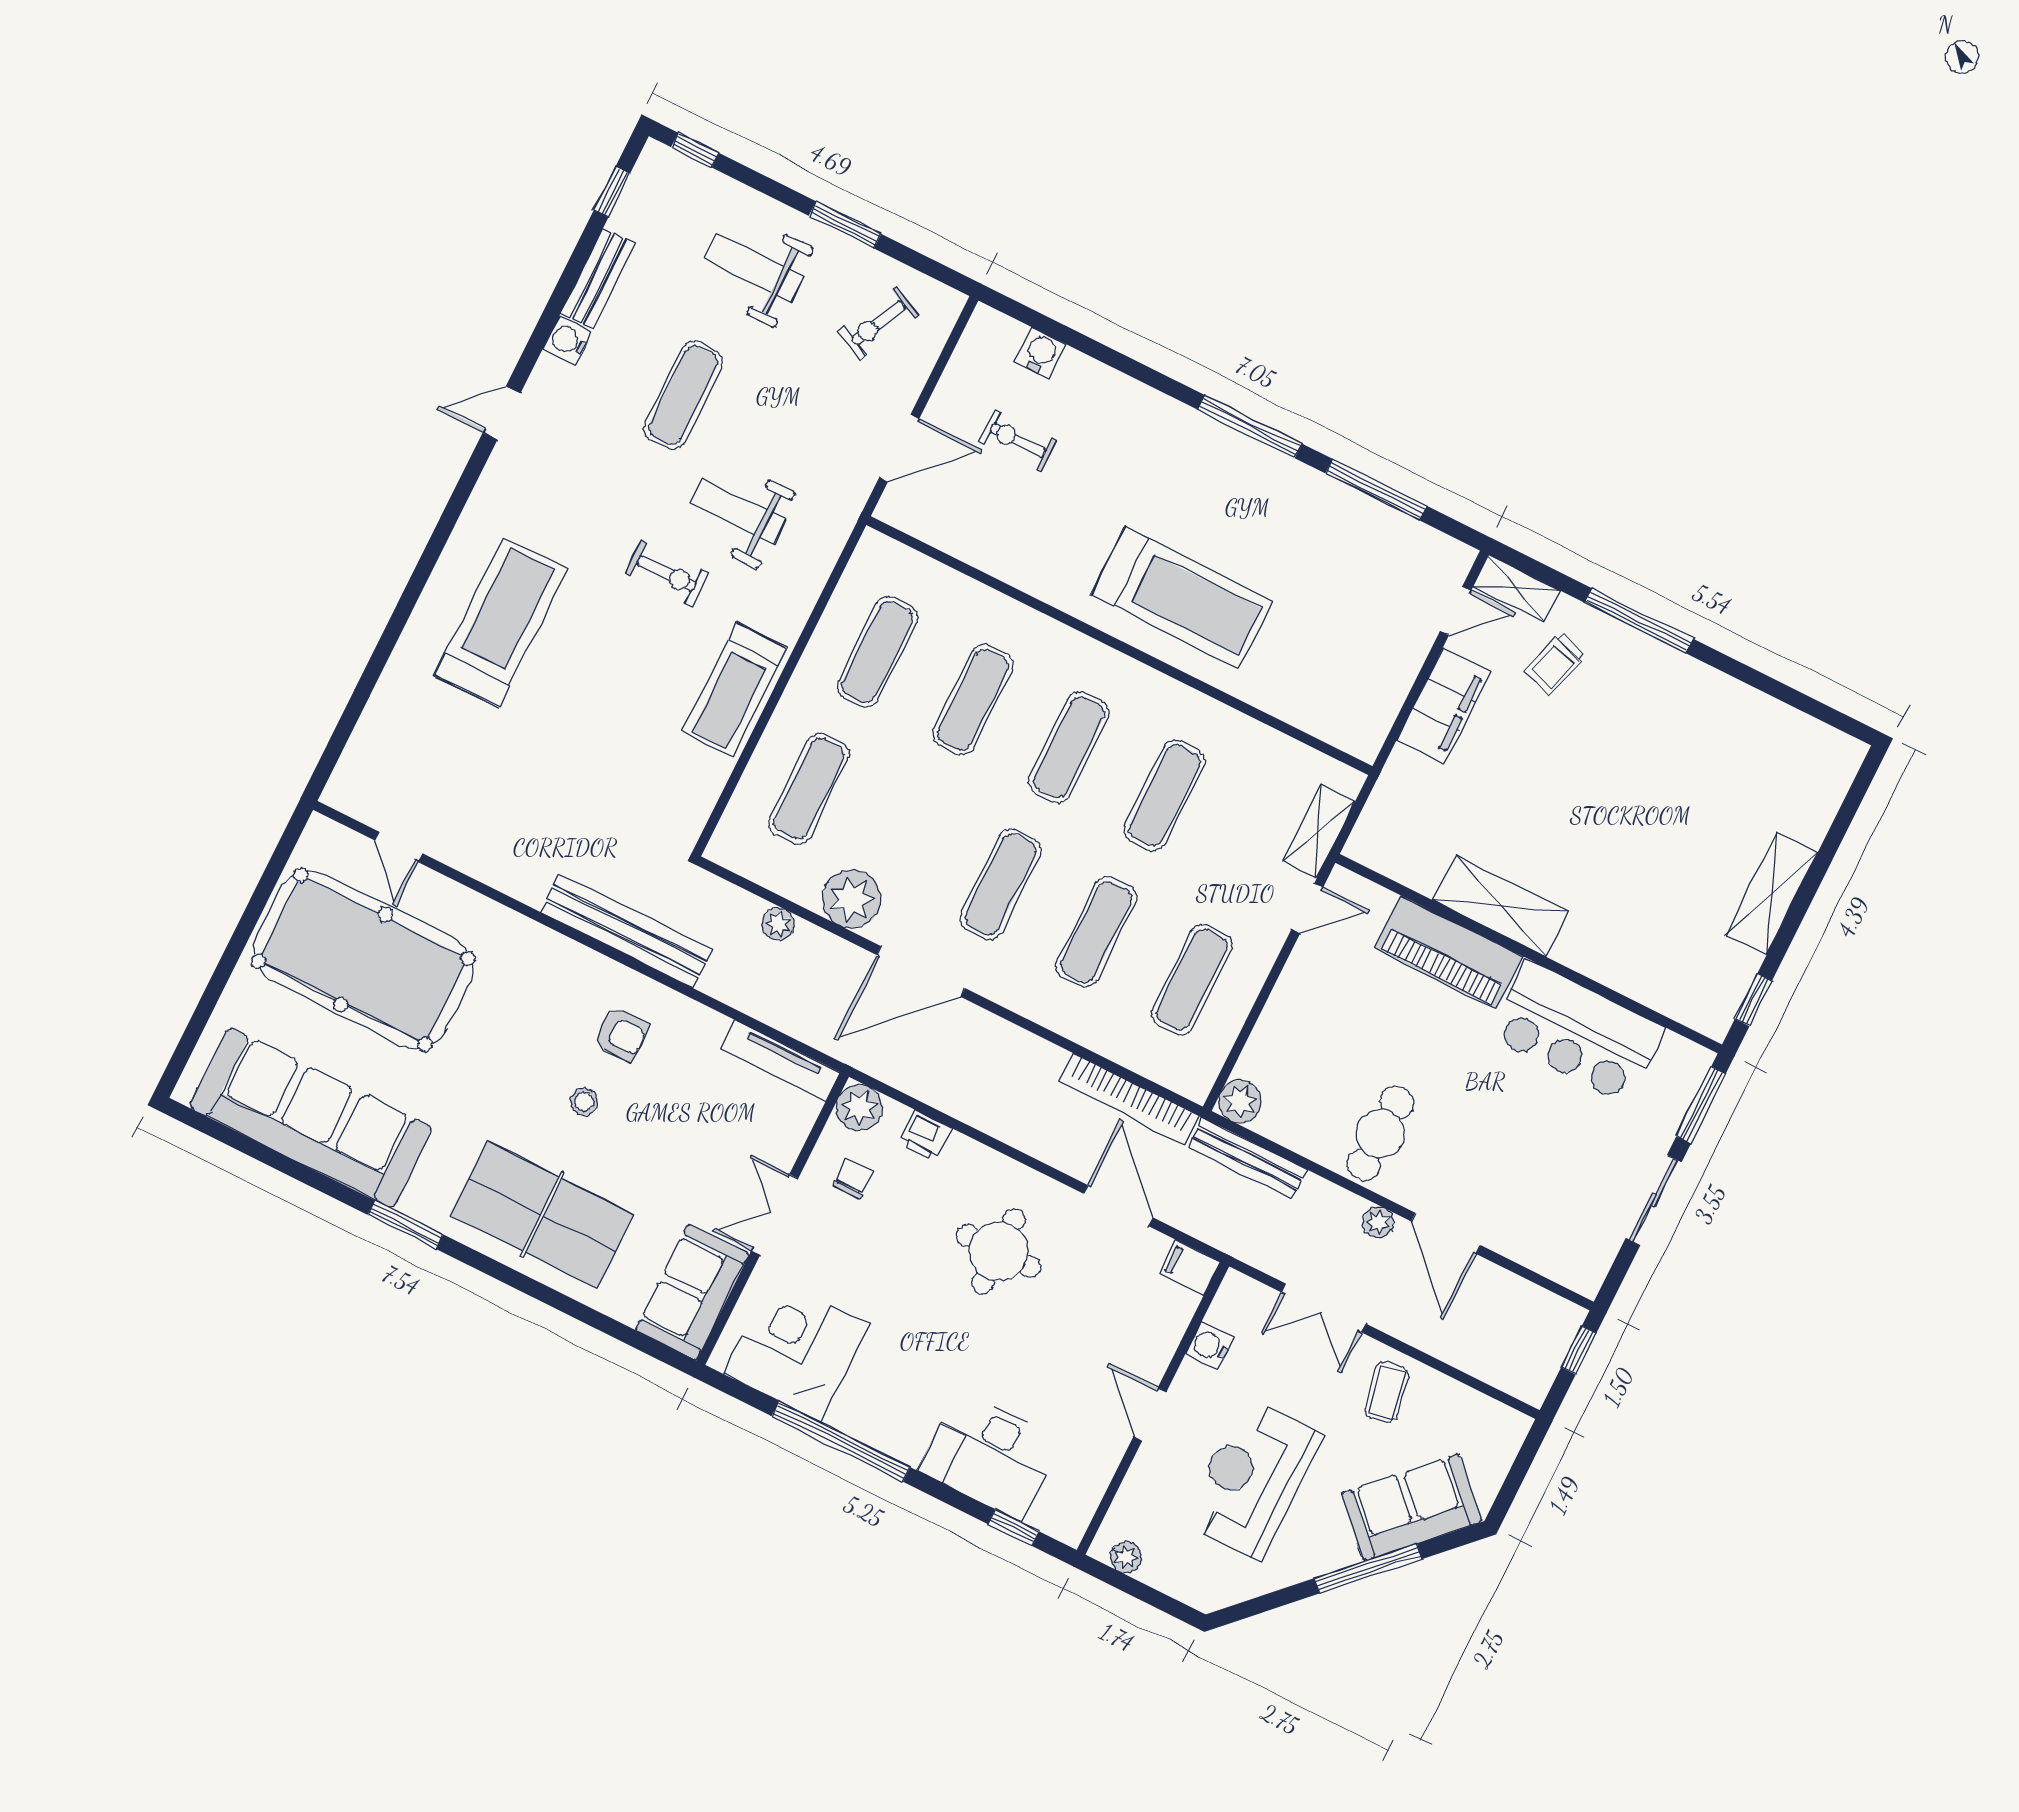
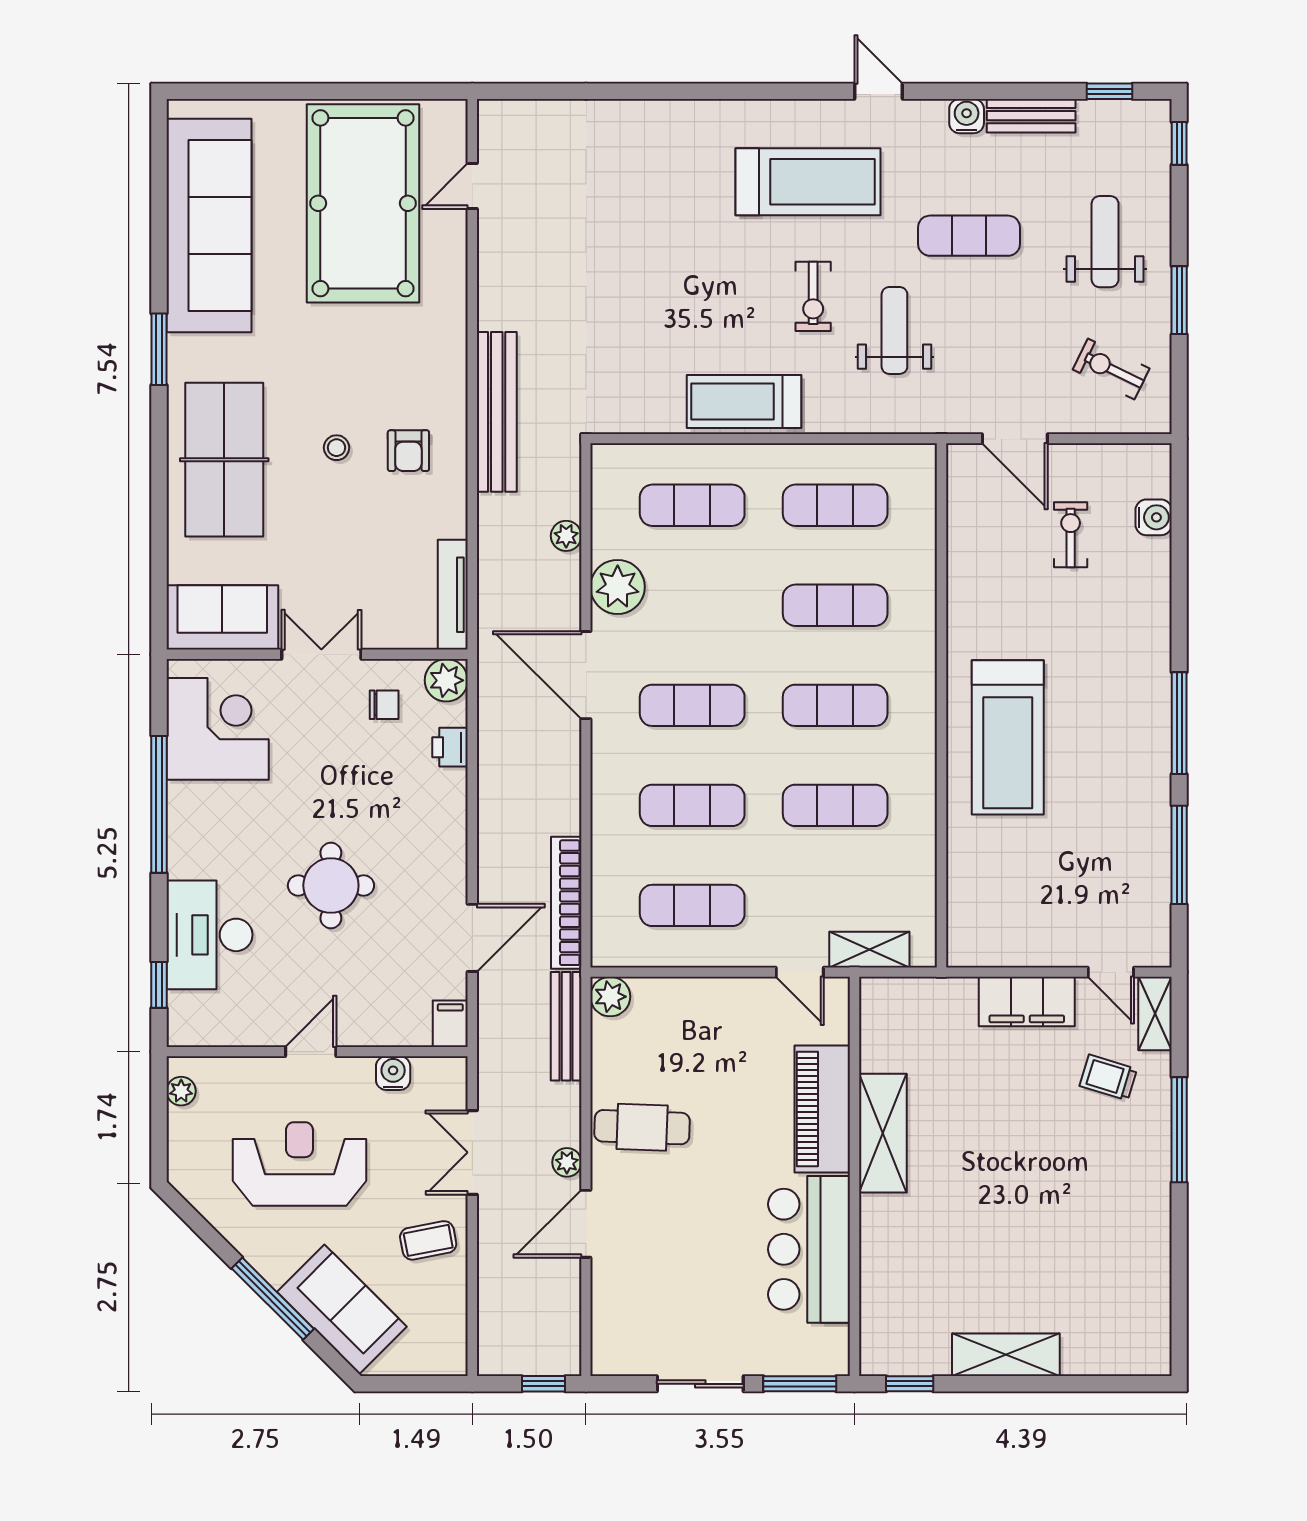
treadmill: (501, 622) -> (808, 182), moved
round table: (999, 1251) -> (331, 885), moved

